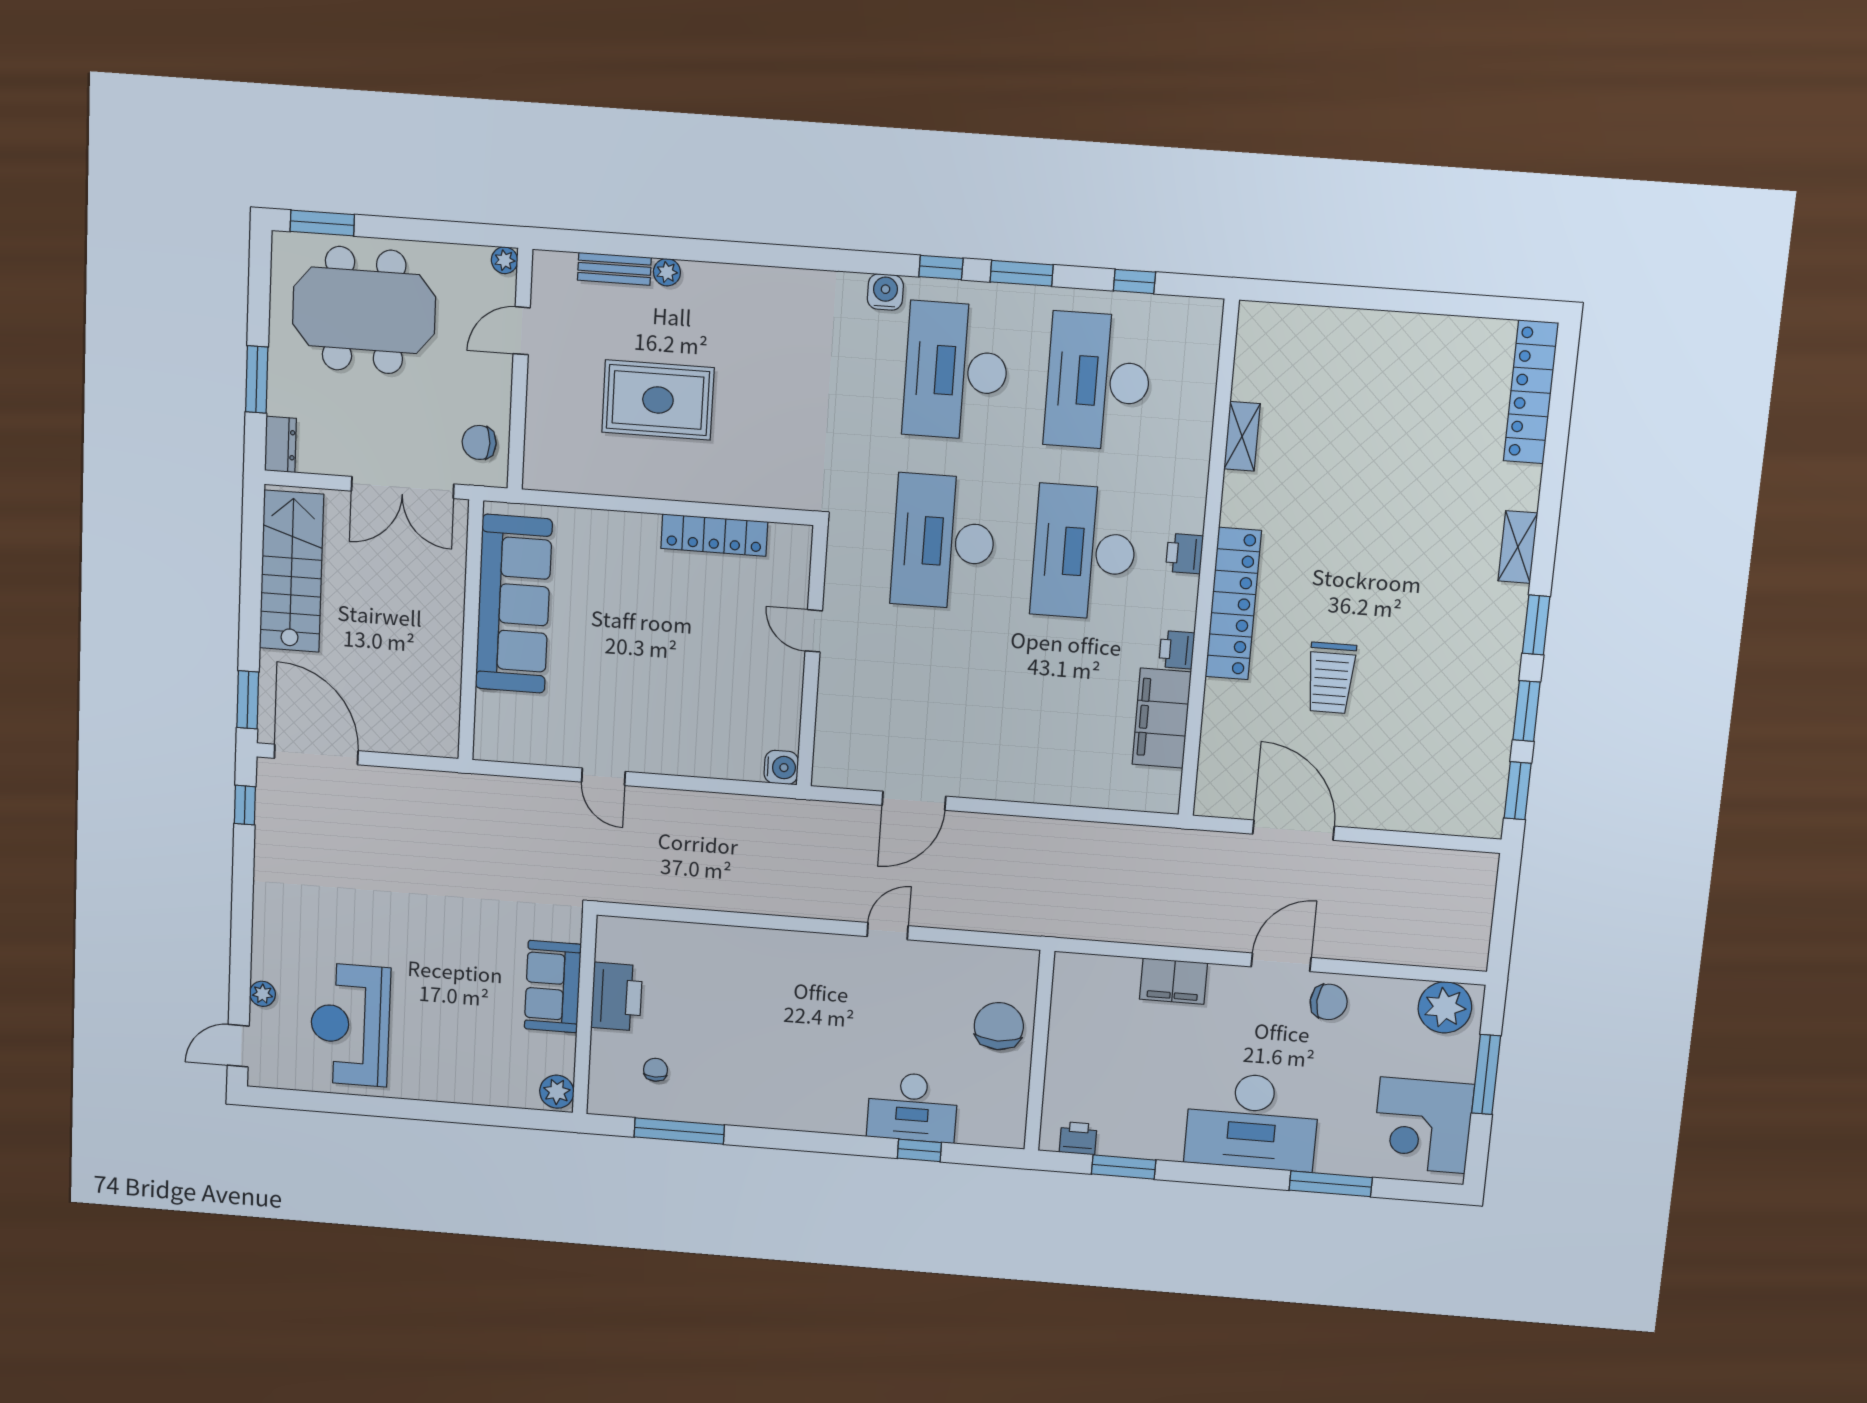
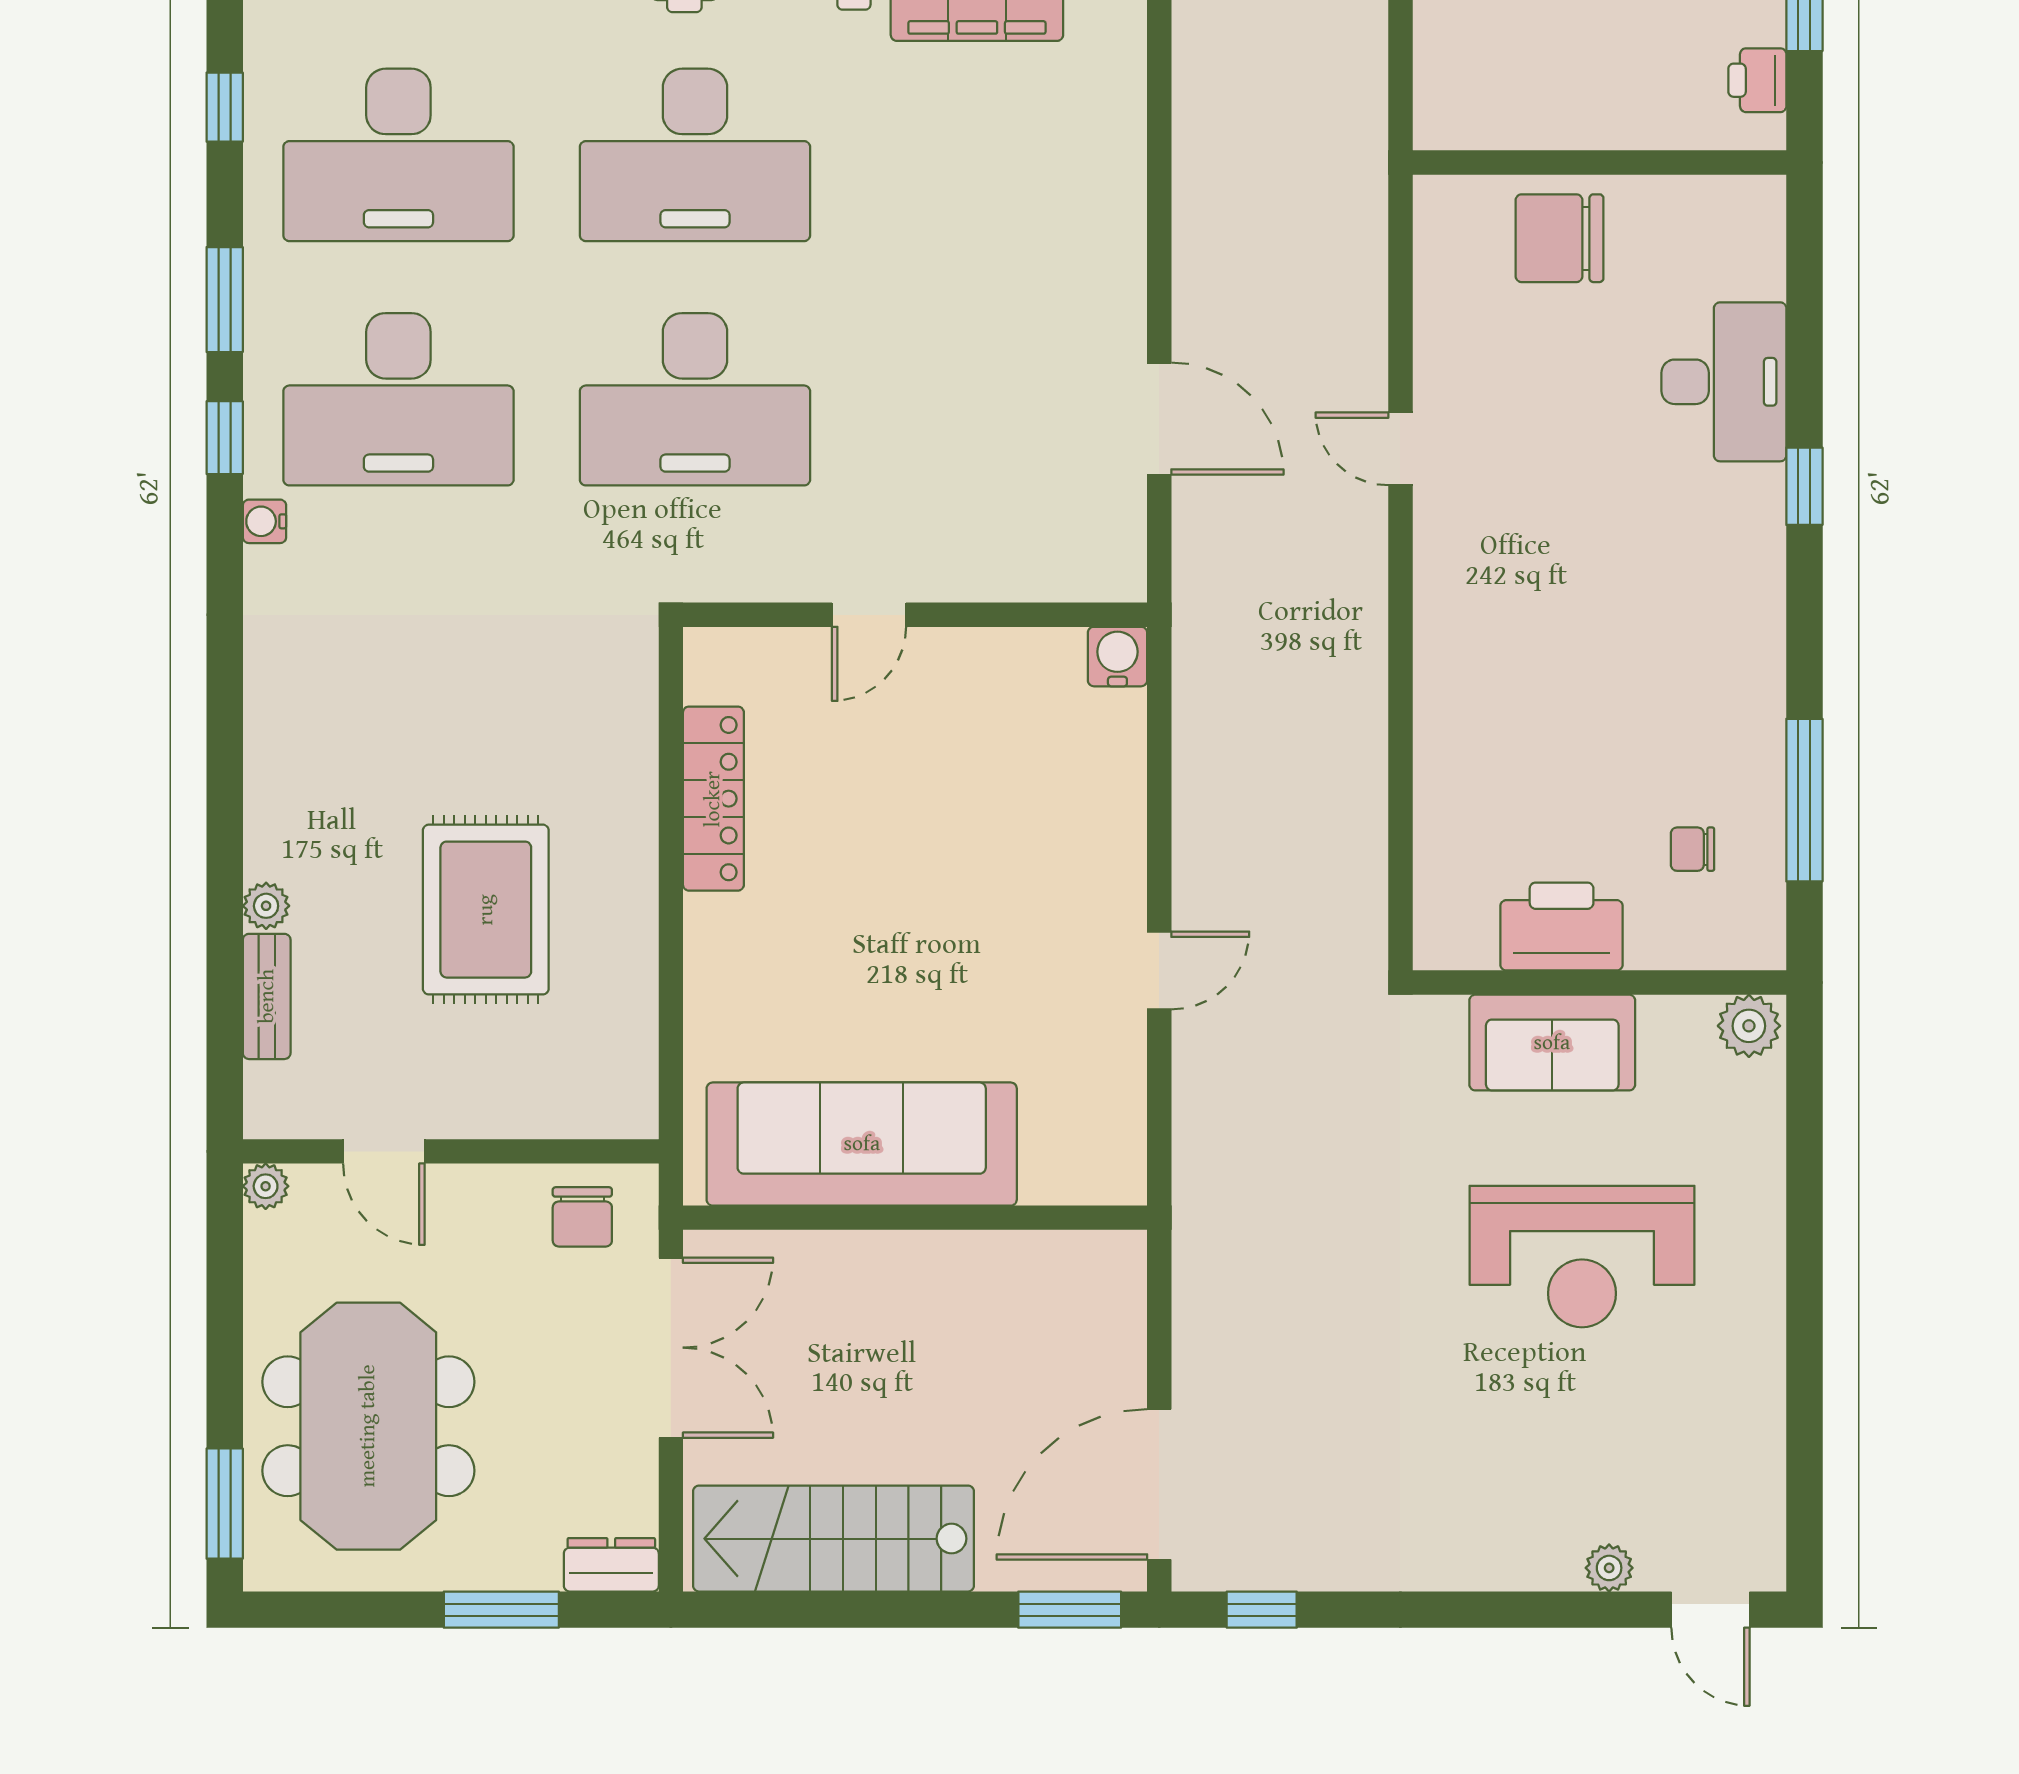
water cooler: (885, 292) -> (265, 521), width x0.72, depth x0.72
reception desk: (350, 1025) -> (1582, 1257), moved
window: (919, 1150) -> (1804, 486), moved

